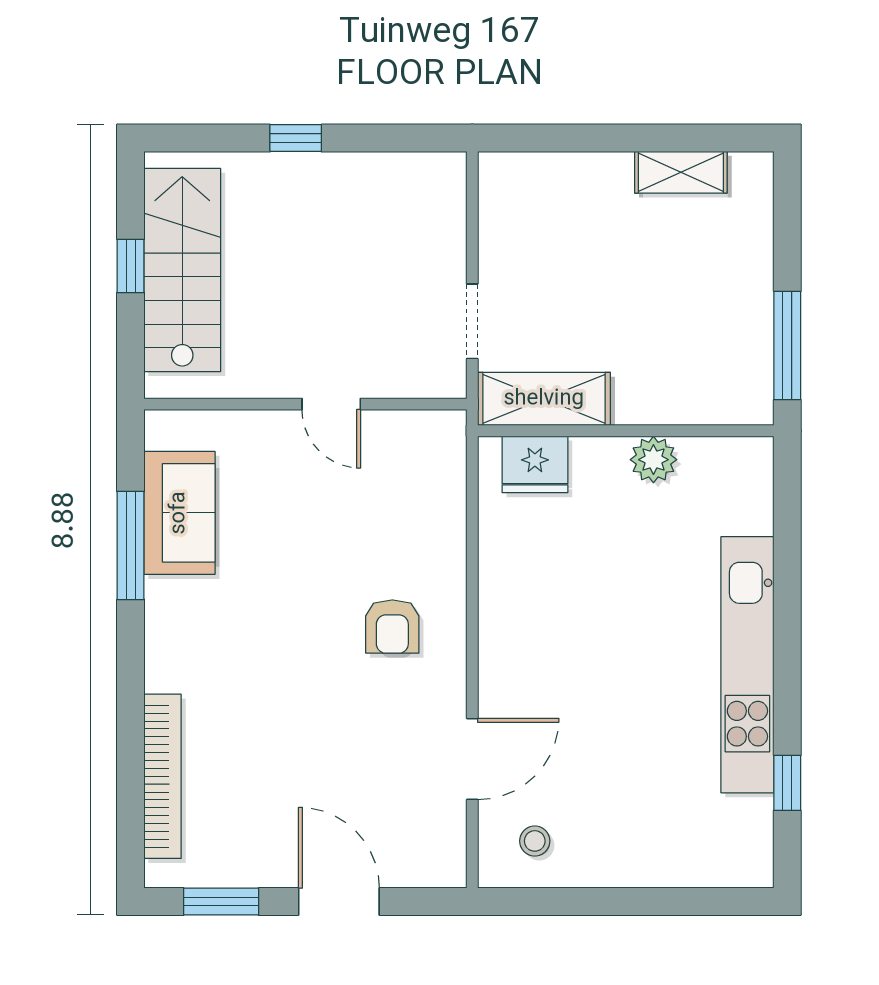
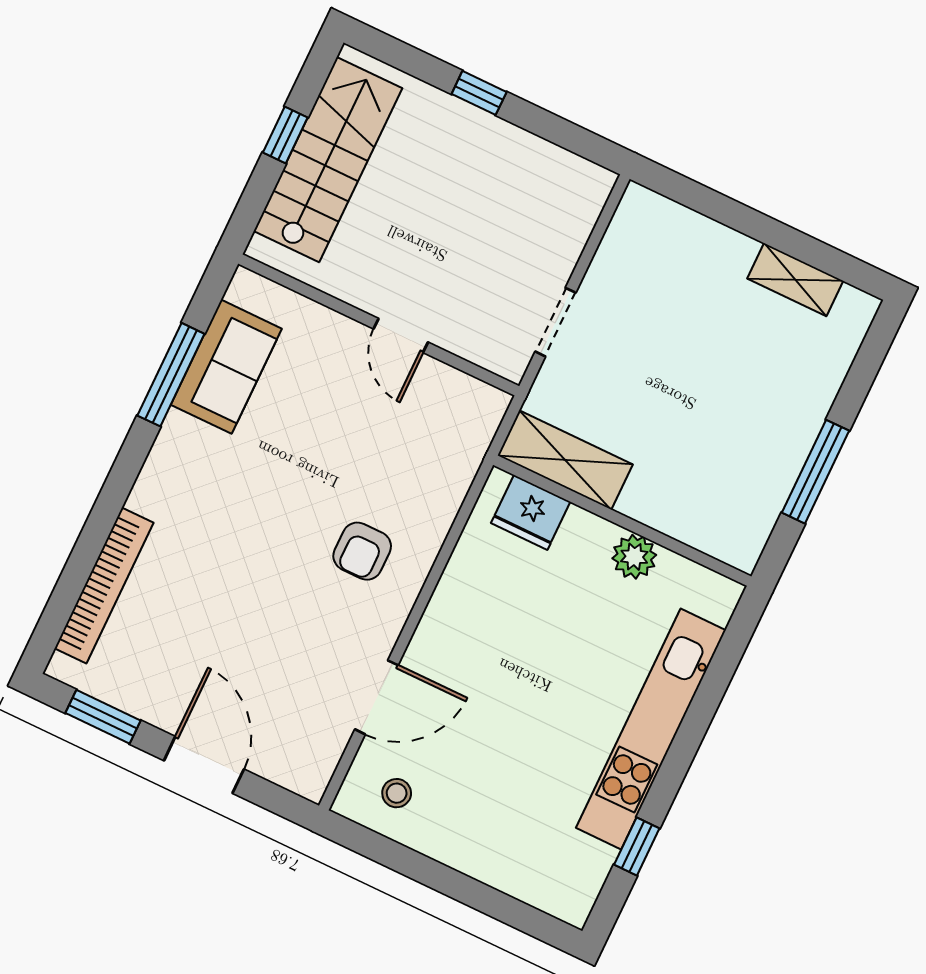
shelving: (544, 399) -> (565, 460), moved
wall: (626, 431) -> (622, 521), moved
plant: (653, 460) -> (634, 557), moved
fridge: (535, 464) -> (531, 512), moved

